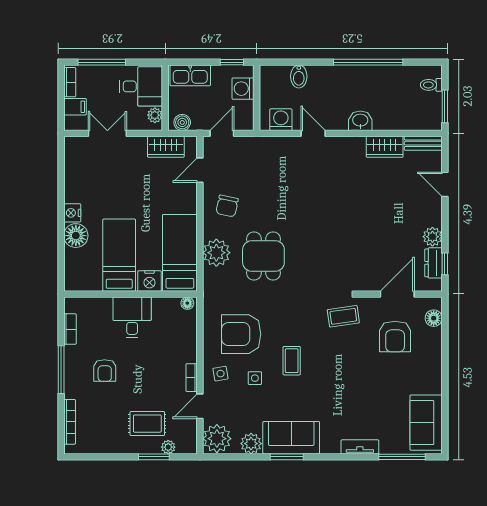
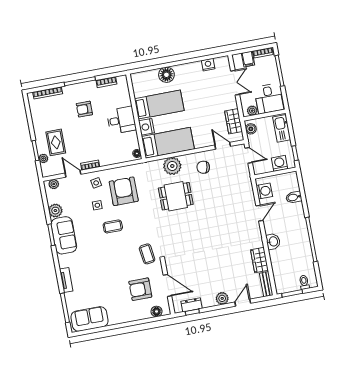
nightstand: (72, 213) -> (208, 65), moved
plant: (432, 237) -> (222, 298), moved
plant: (217, 439) -> (54, 184), width x0.53, depth x0.53

